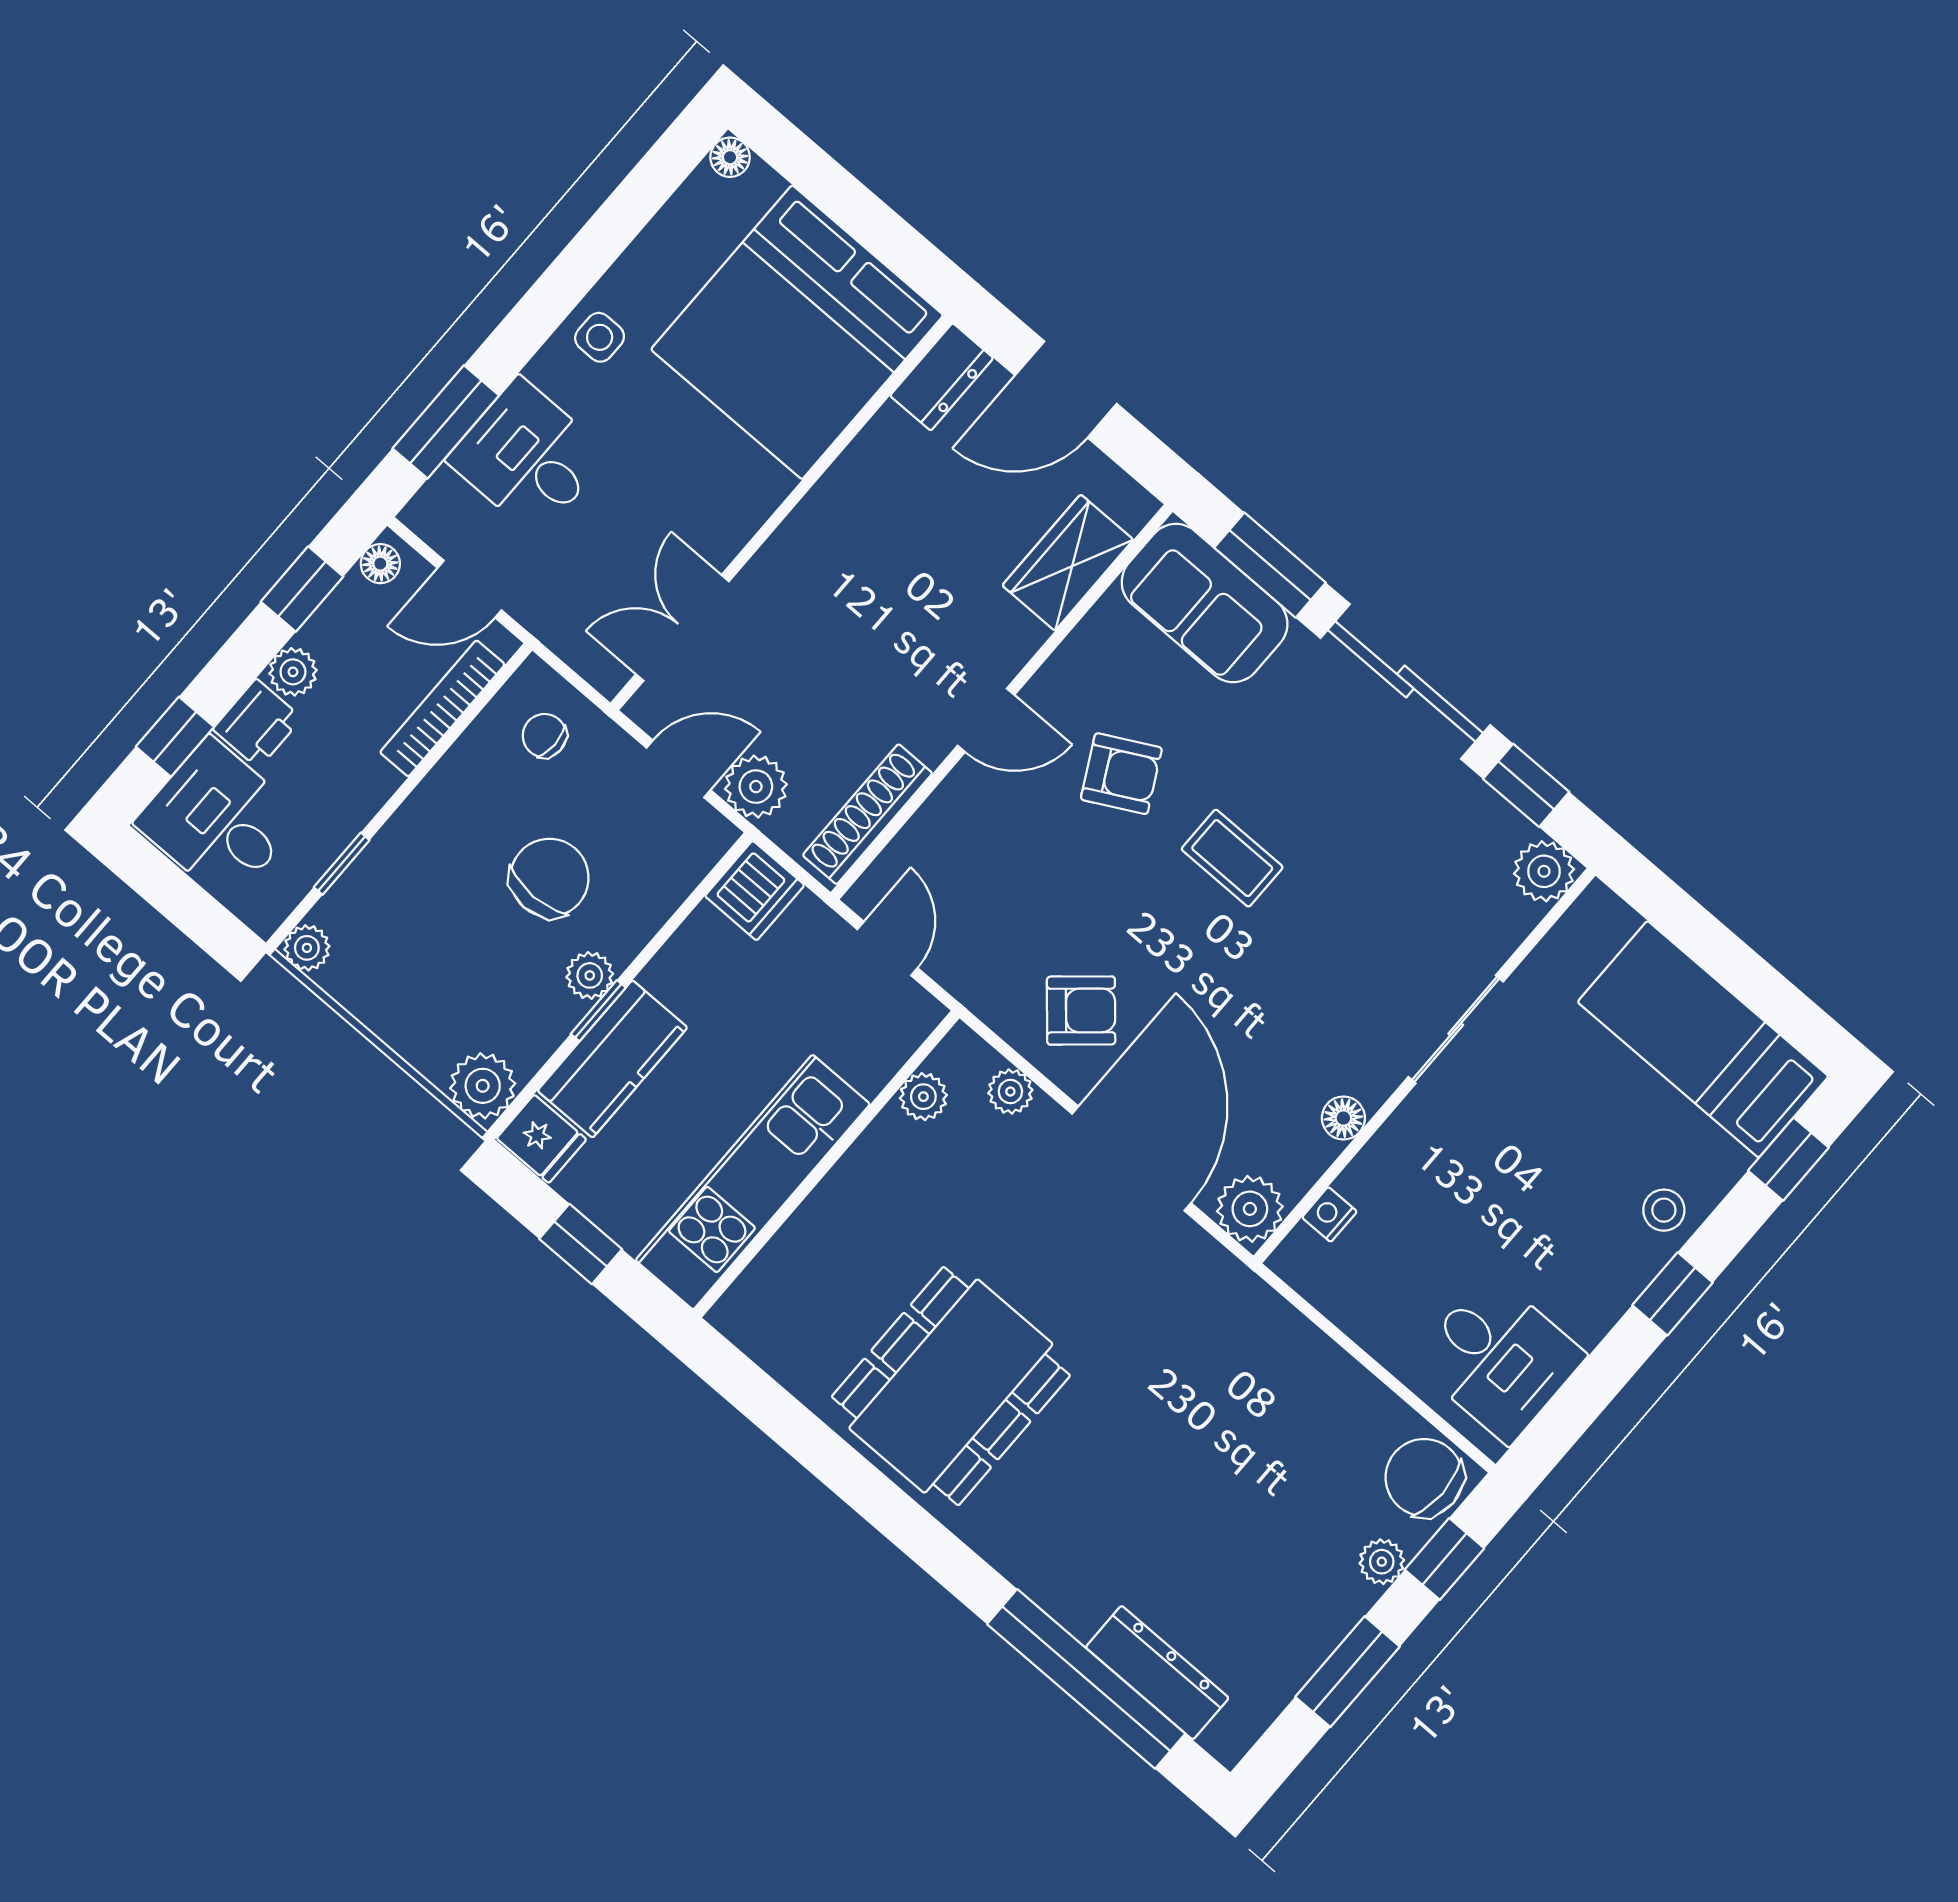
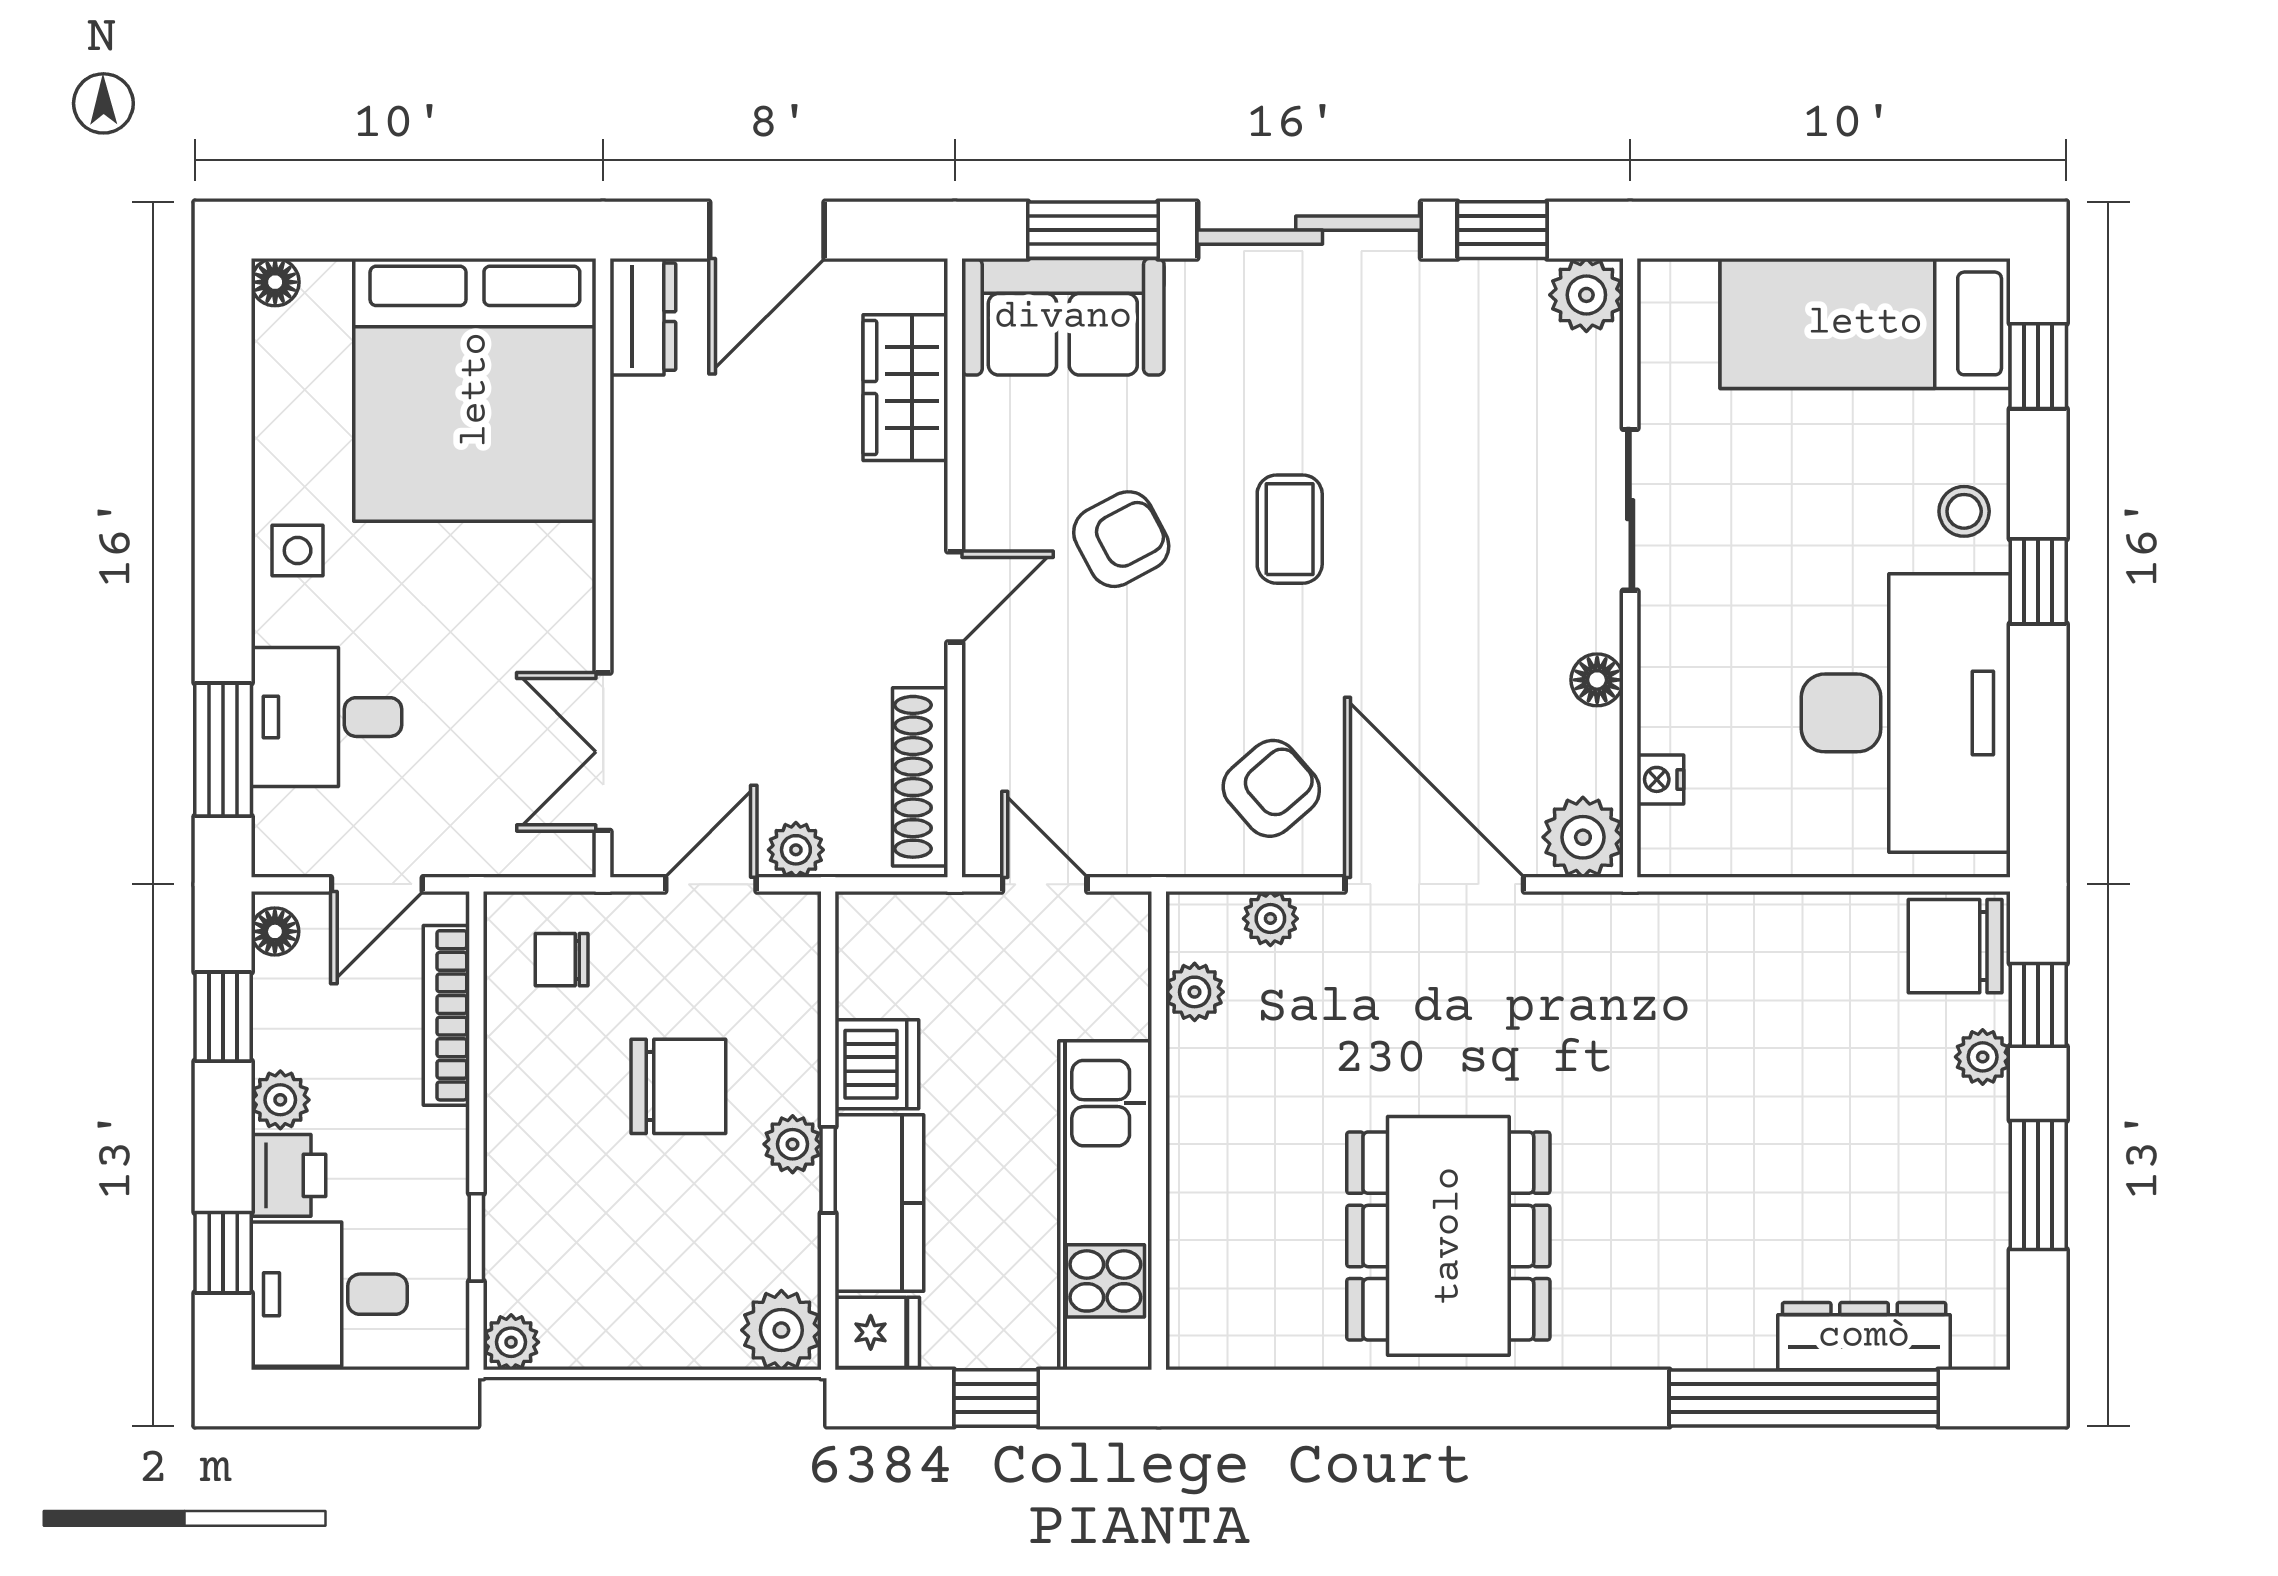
plant: (756, 787) -> (796, 850), width x0.73, depth x0.73
coffee table: (1232, 858) -> (1290, 529), turned 90
chair: (549, 878) -> (678, 1086), turned 90
dishwasher: (755, 891) -> (877, 1064), moved
desk: (1499, 1359) -> (1906, 713), width x1.87, depth x1.30

